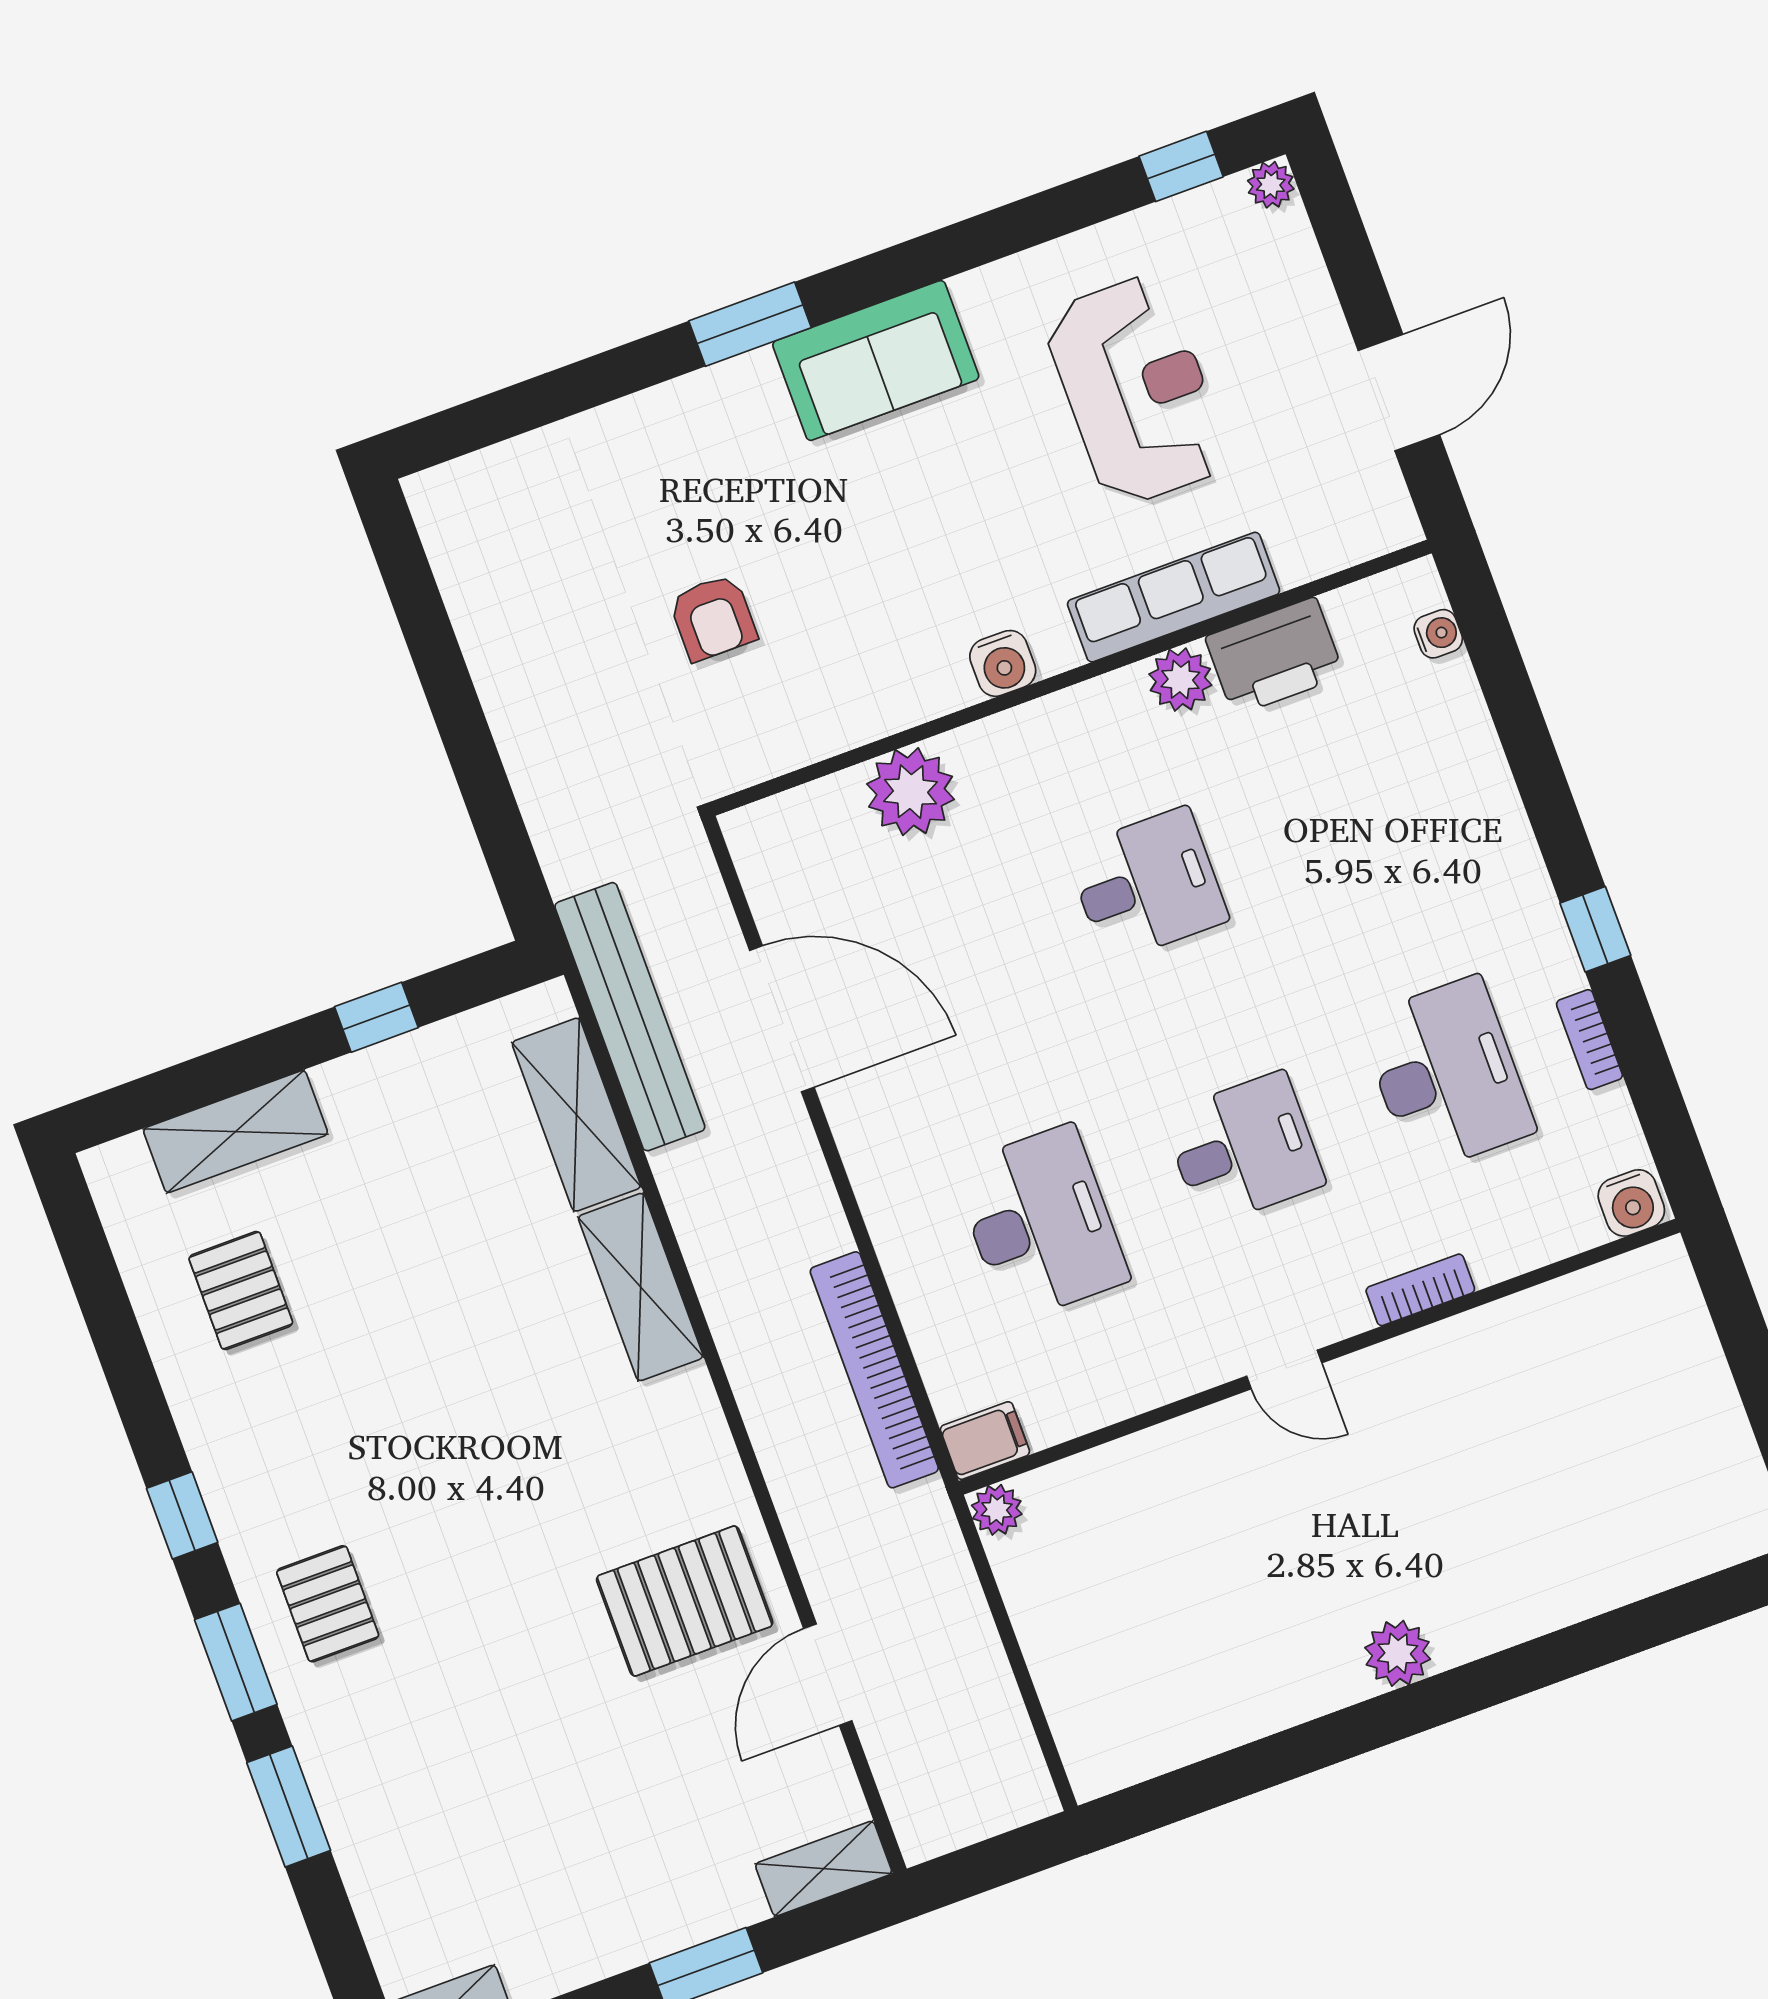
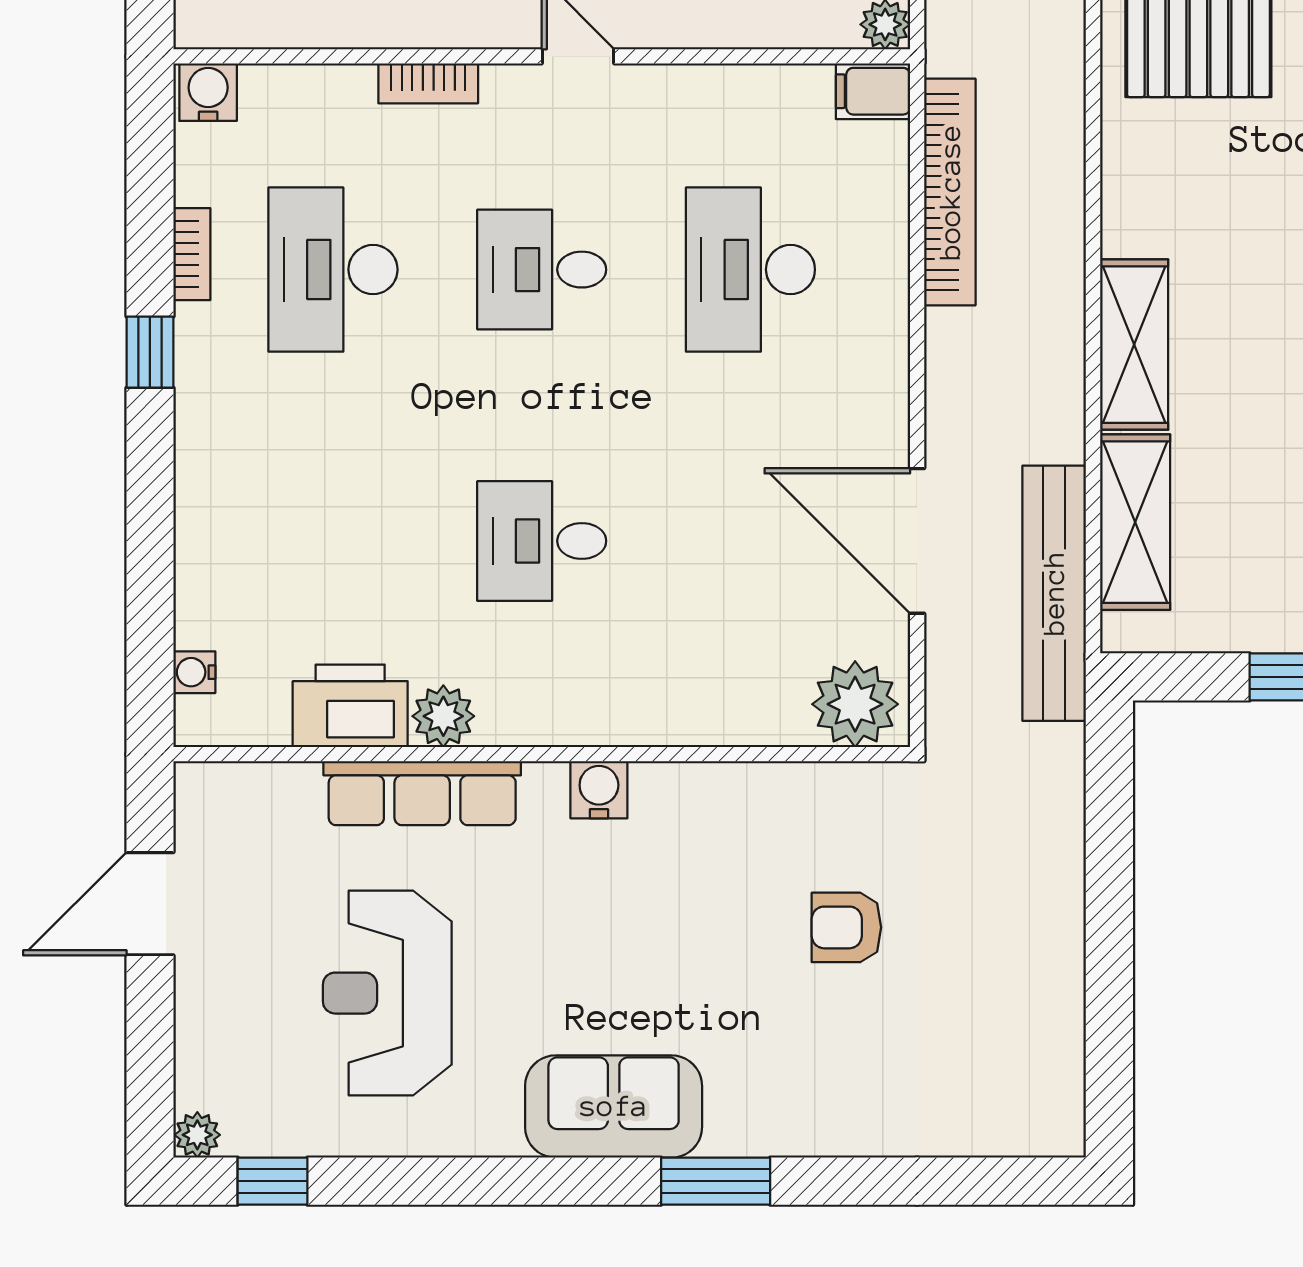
armchair: (713, 618) -> (846, 927), turned -90
plant: (911, 792) -> (855, 704), moved

